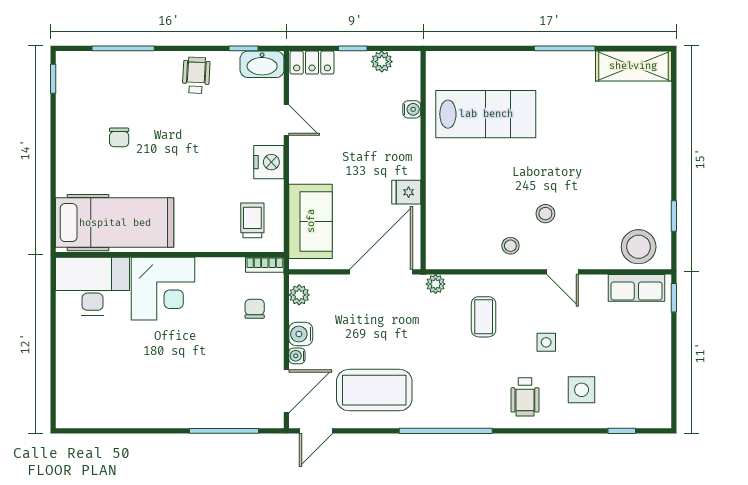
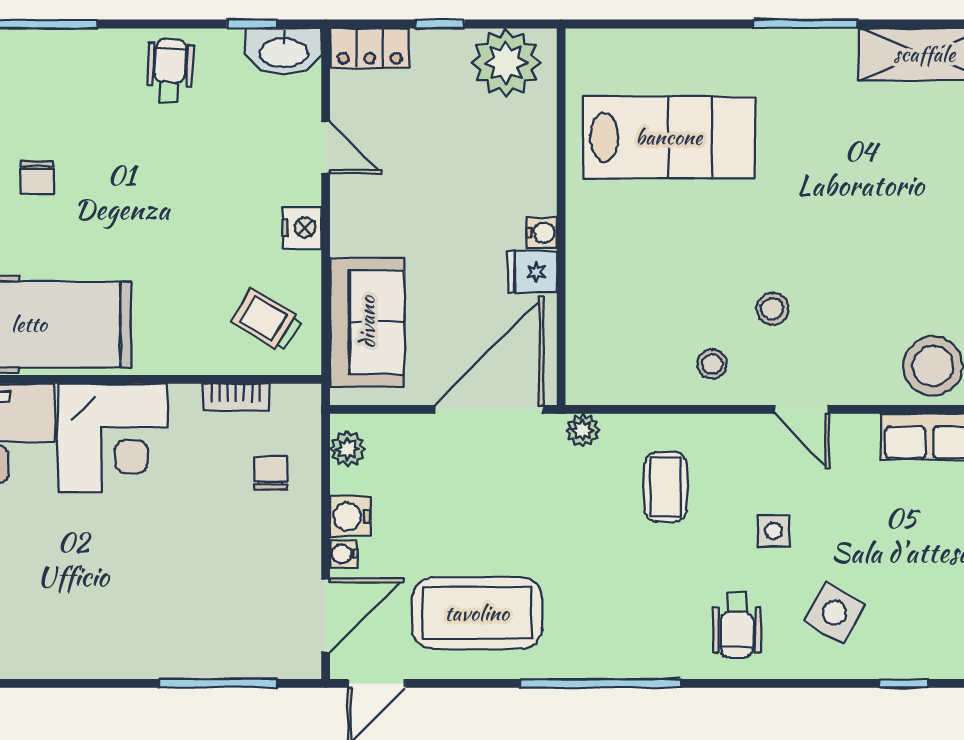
plant: (382, 62) -> (506, 63), width x1.88, depth x1.88
water cooler: (412, 109) -> (542, 233), moved
nightstand: (269, 162) -> (302, 228), width x0.74, depth x0.75
trolley: (252, 220) -> (267, 320), turned -59
bookcase: (265, 265) -> (236, 397), moved
side table: (582, 390) -> (835, 613), turned 30

